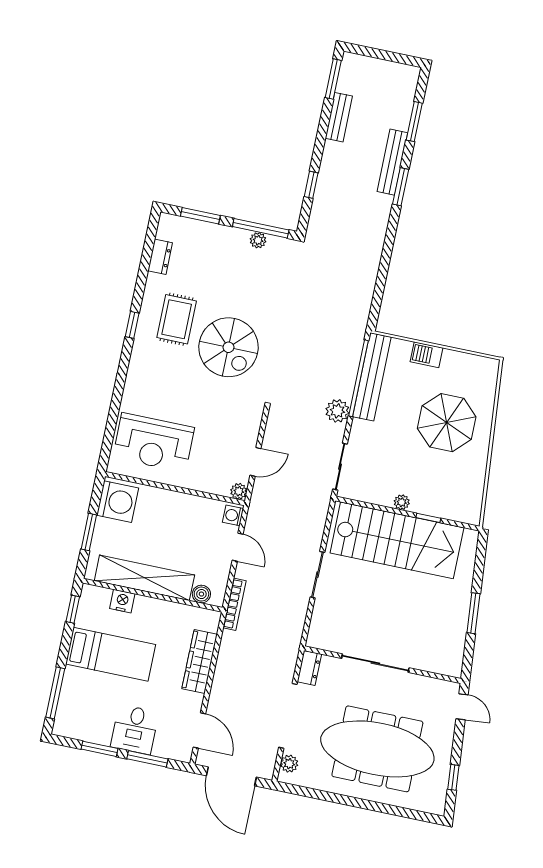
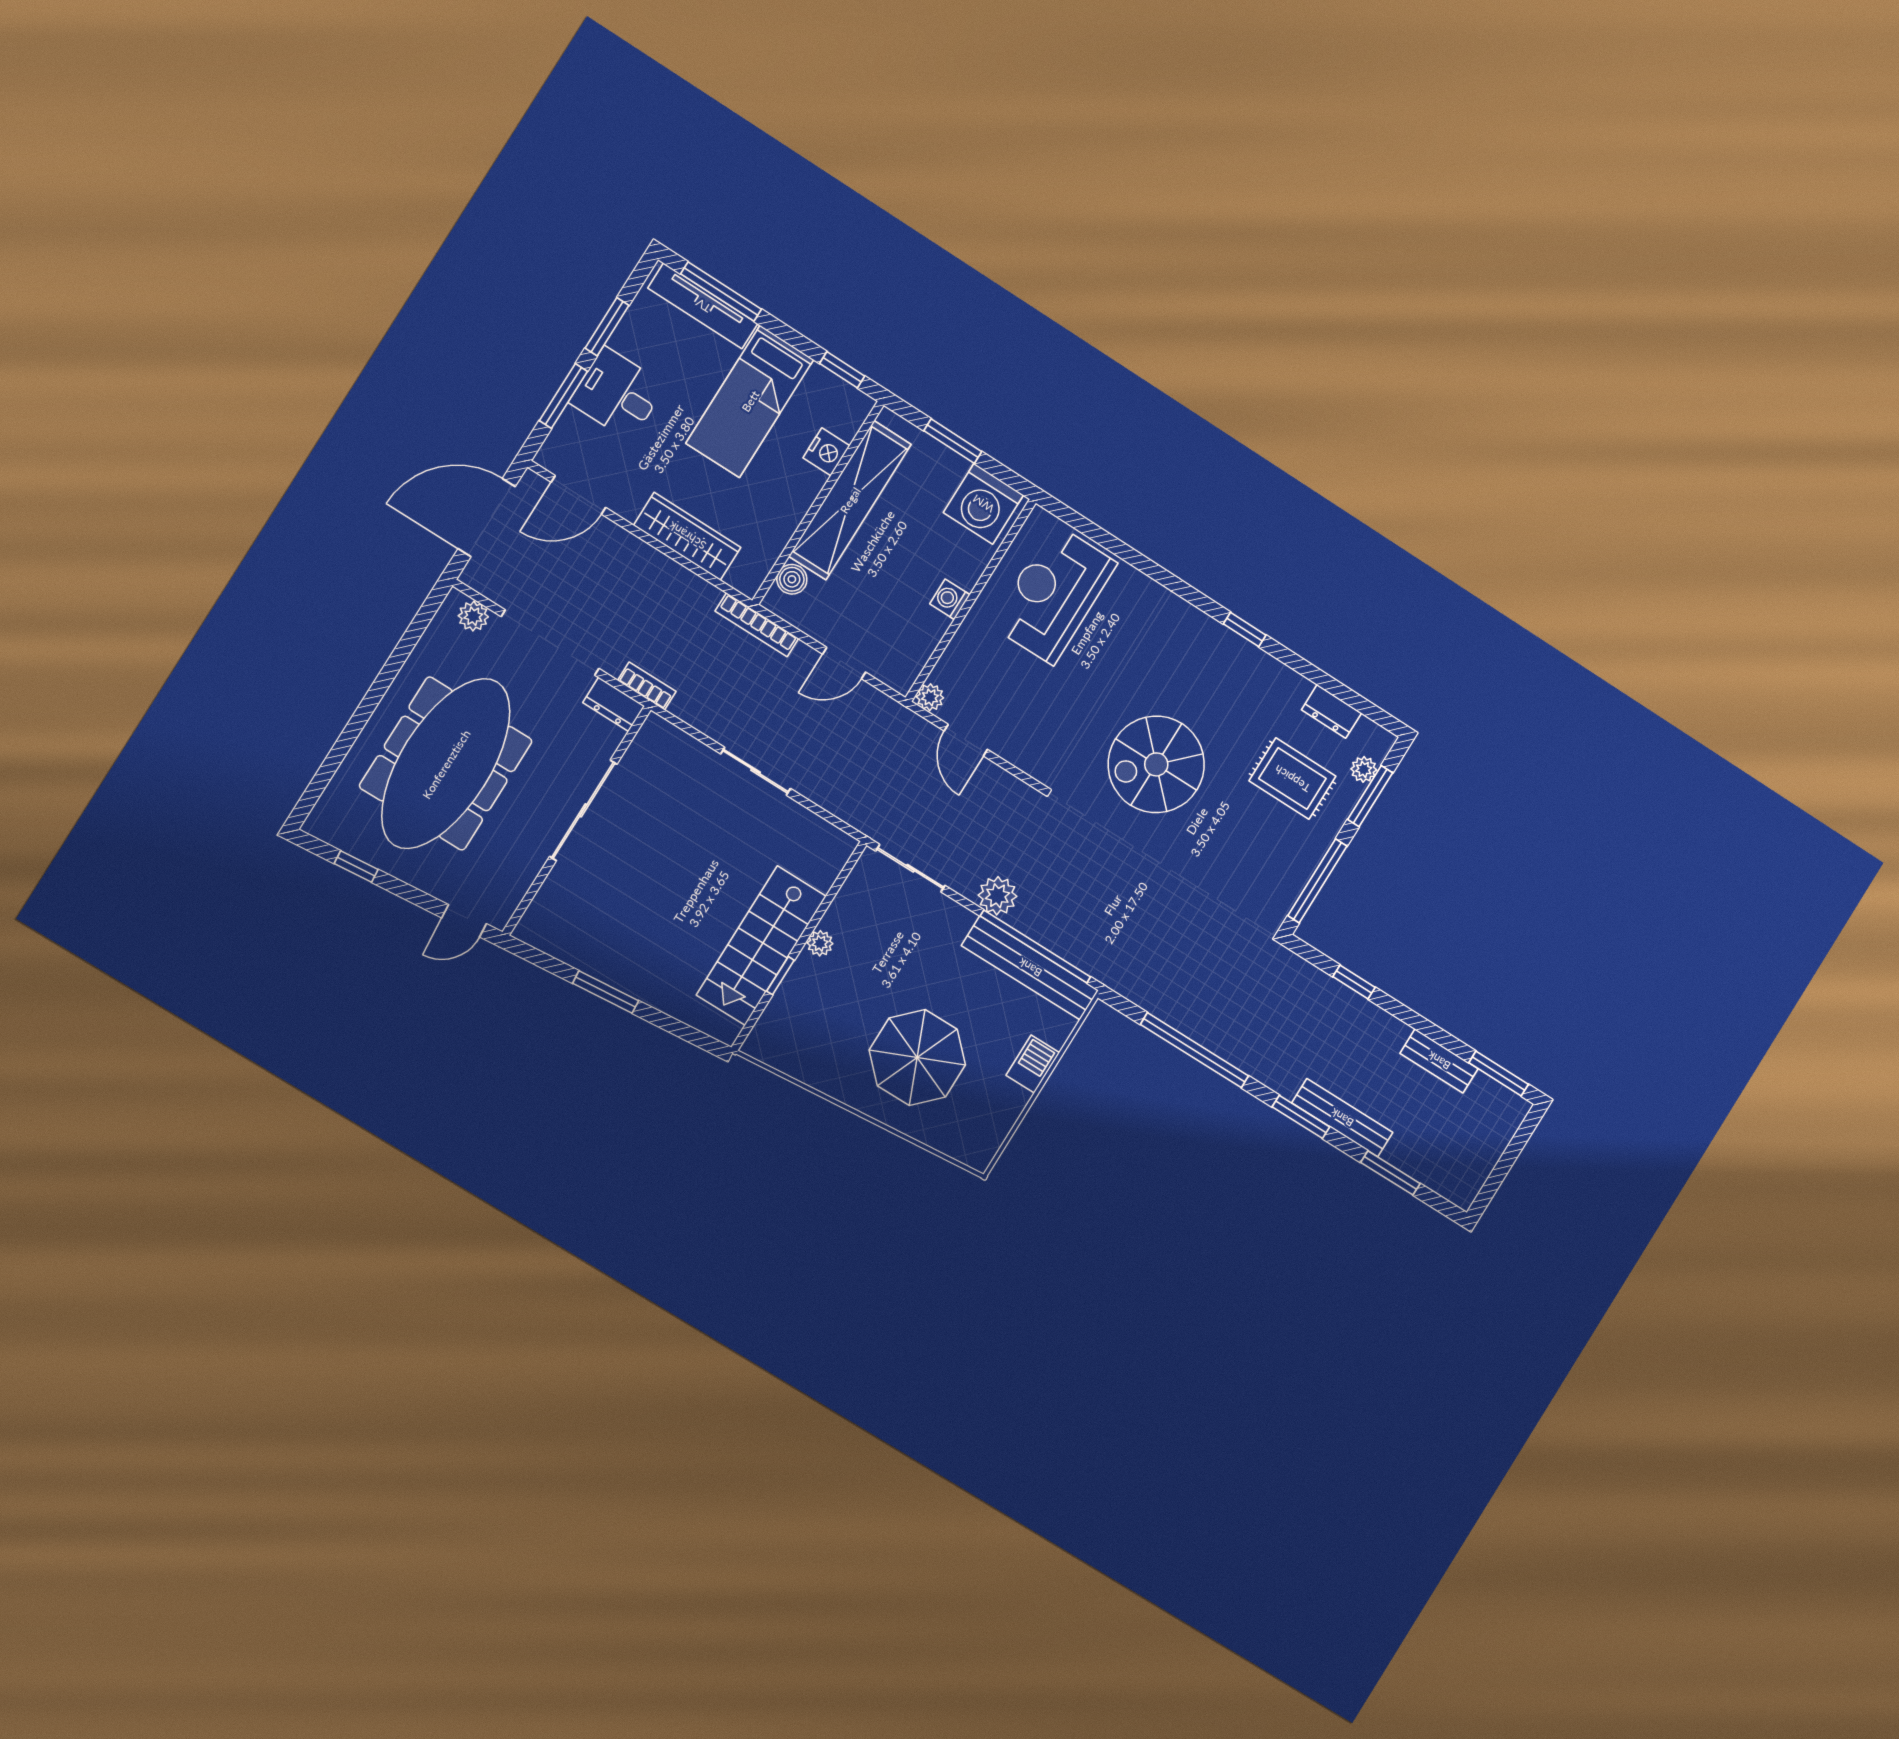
plant: (258, 240) -> (1364, 769), moved
window: (385, 264) -> (1194, 1050), added
rug: (177, 319) -> (1292, 779), moved
washing machine: (233, 515) -> (950, 599), moved, turned -90
stairs: (397, 540) -> (761, 946), width x0.73, depth x0.66
bookcase: (292, 653) -> (647, 686), added
tv unit: (67, 700) -> (703, 306), added

